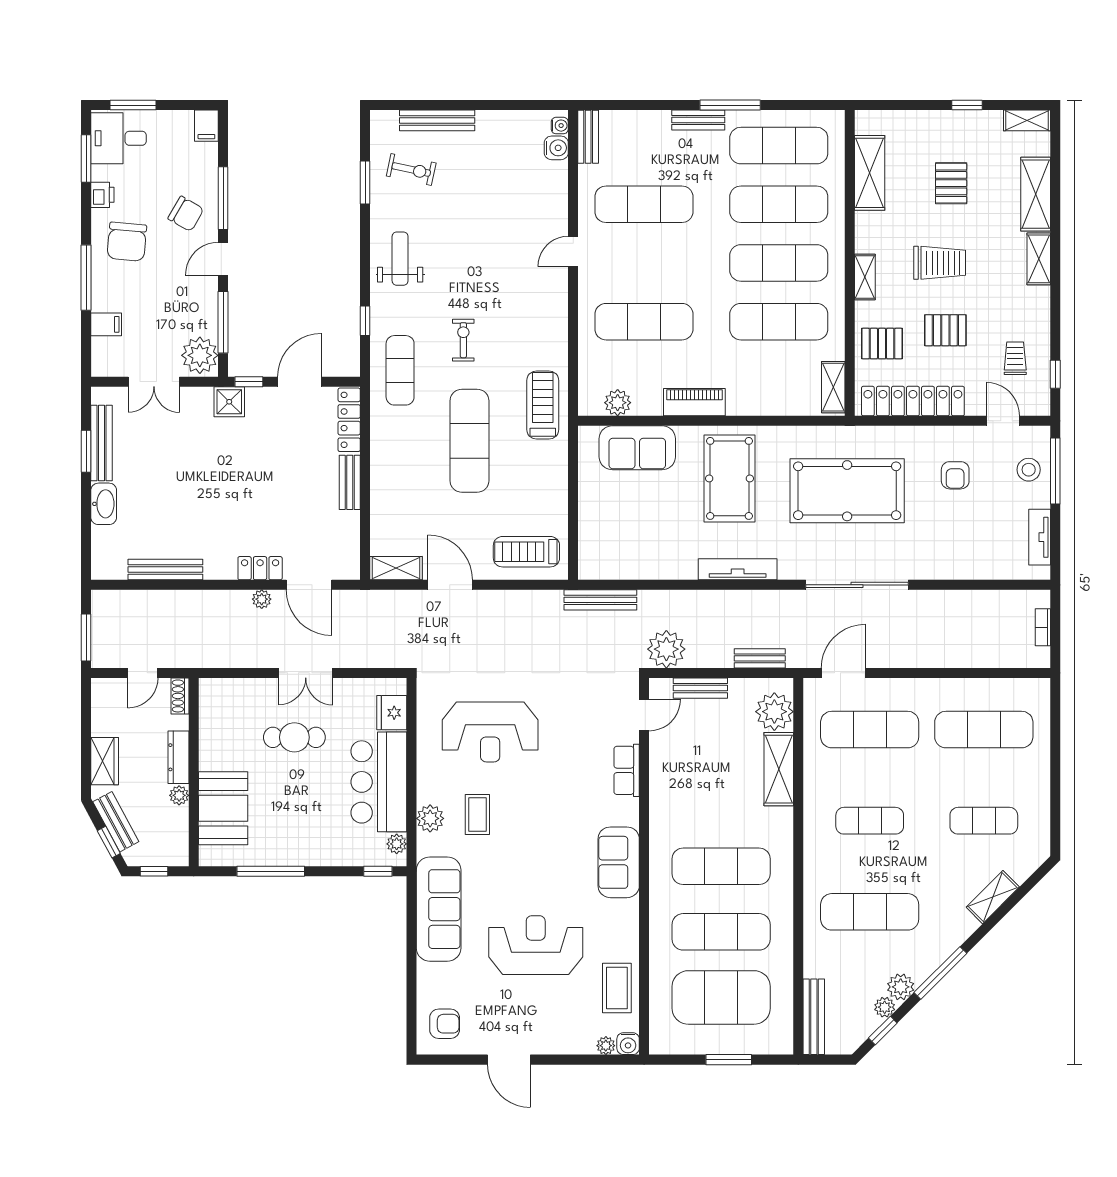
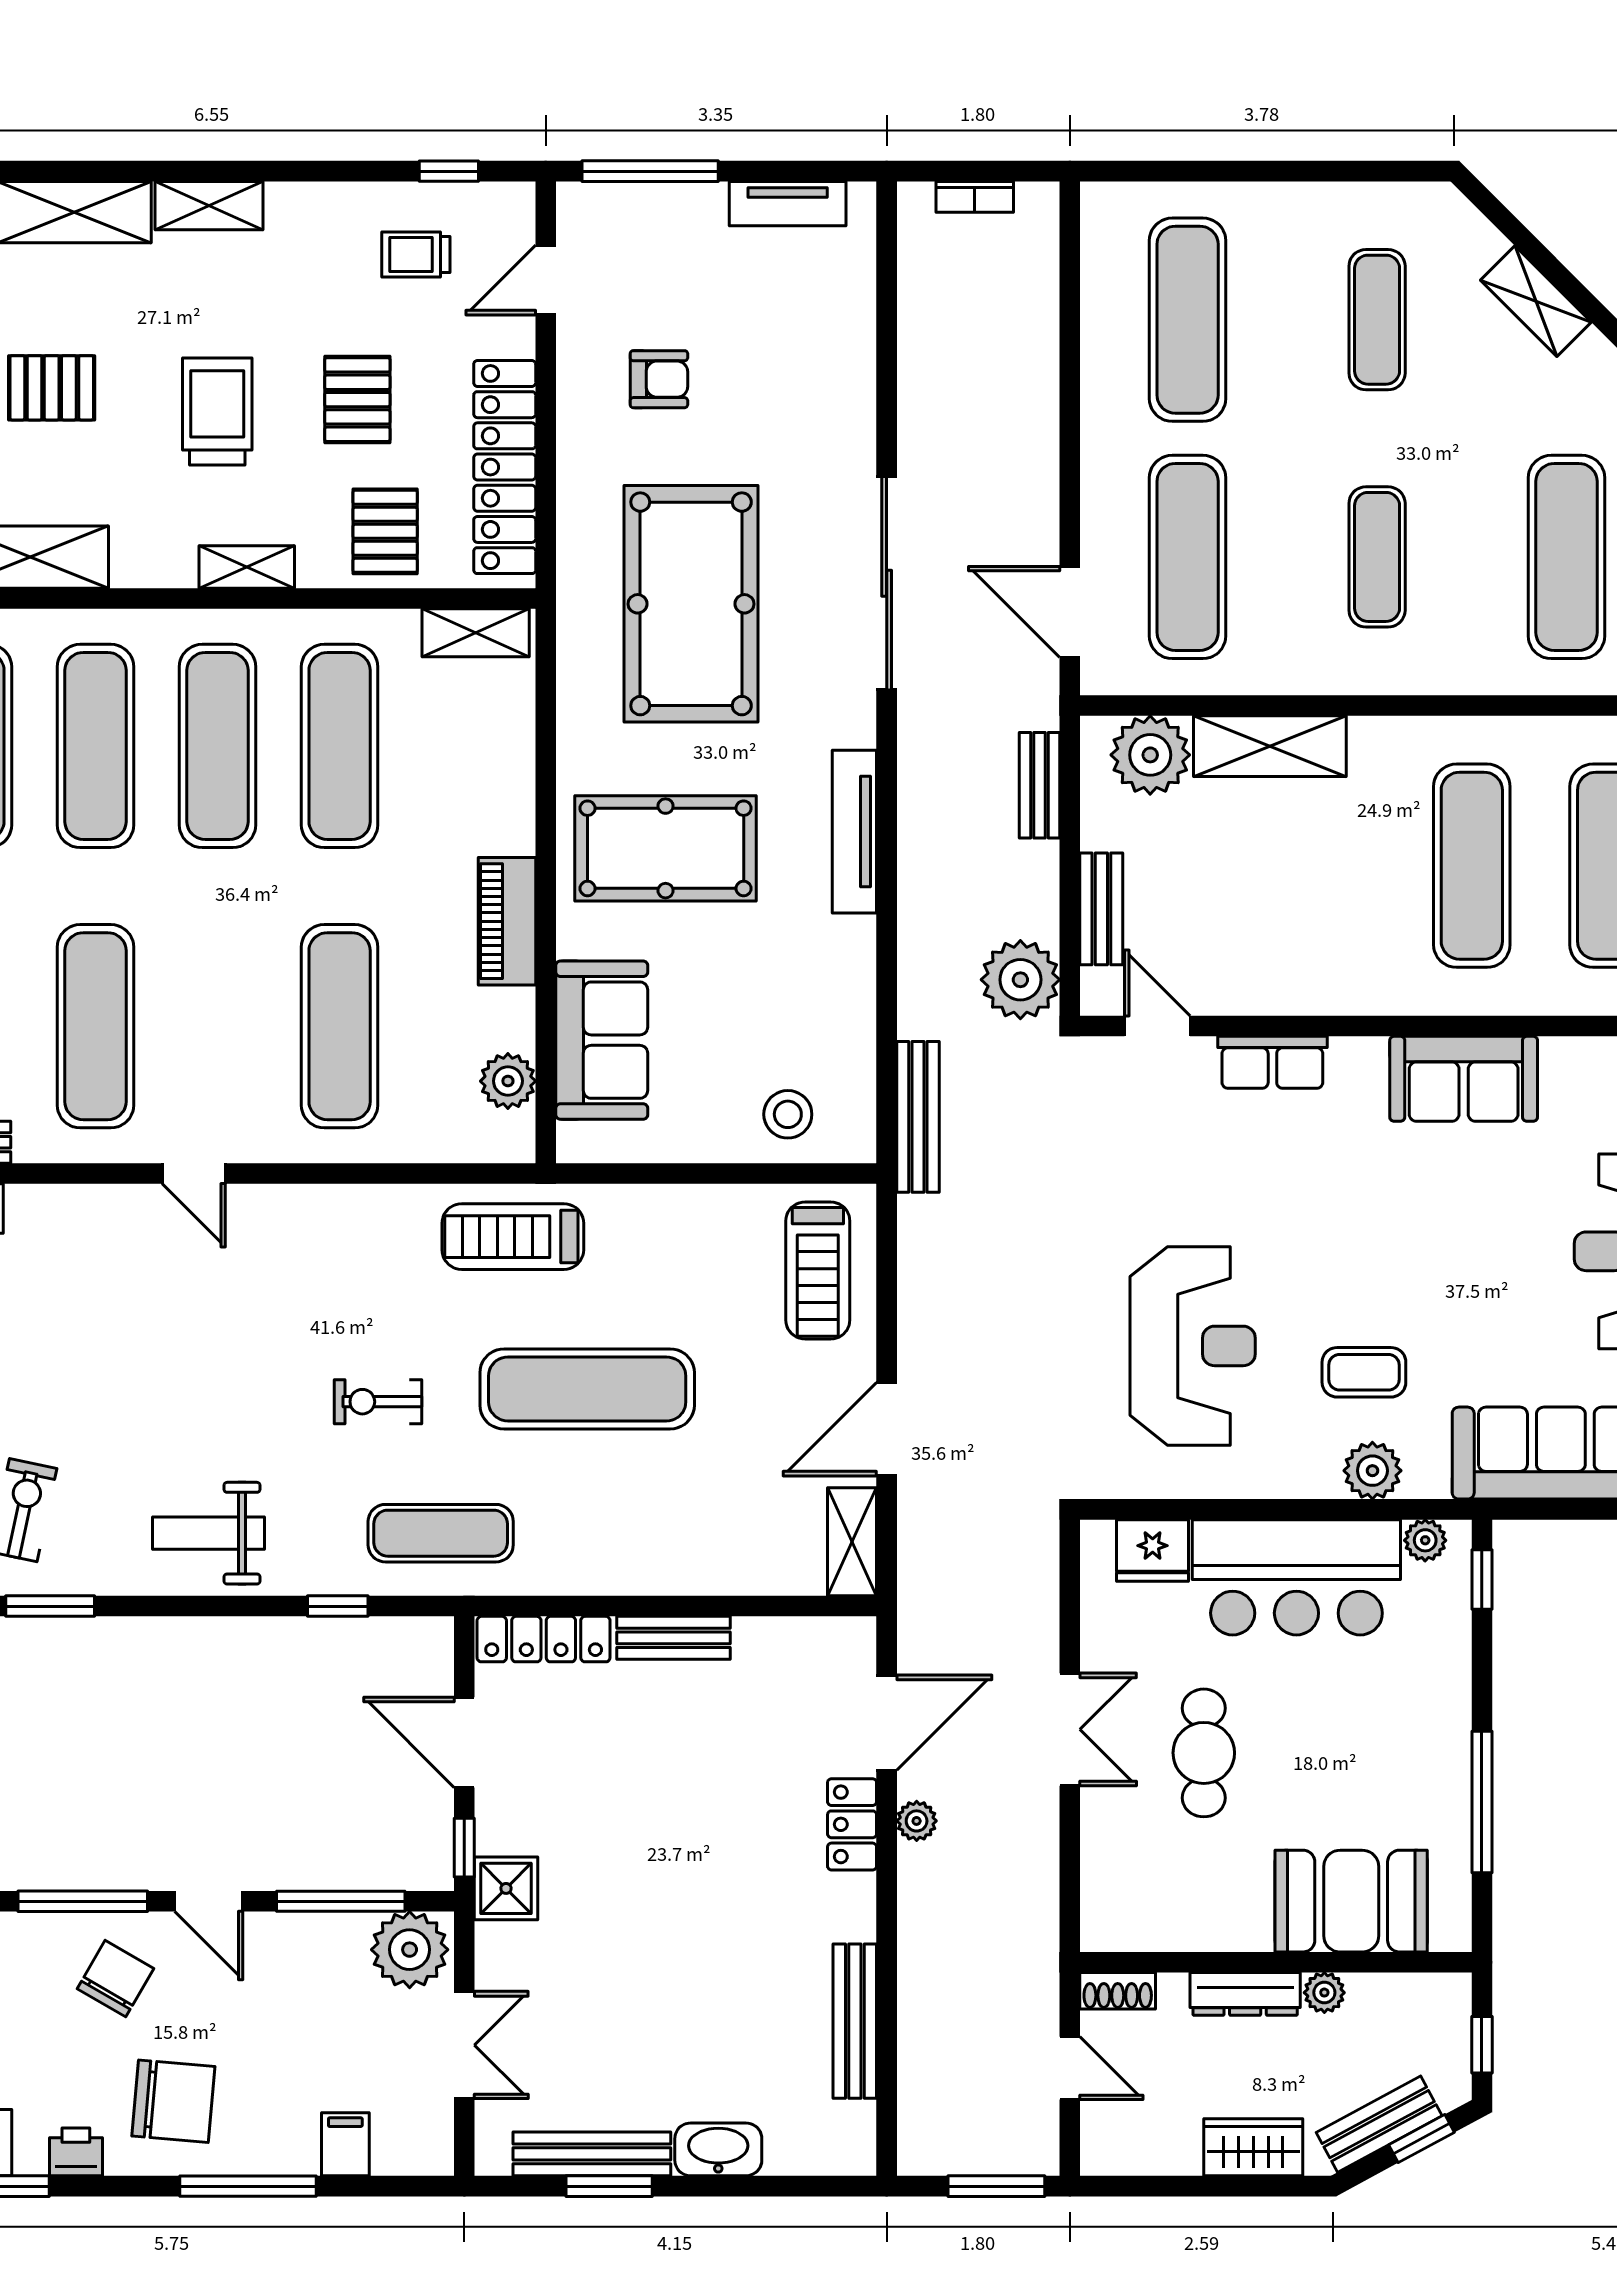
stool: (1029, 470) -> (788, 1114), moved

